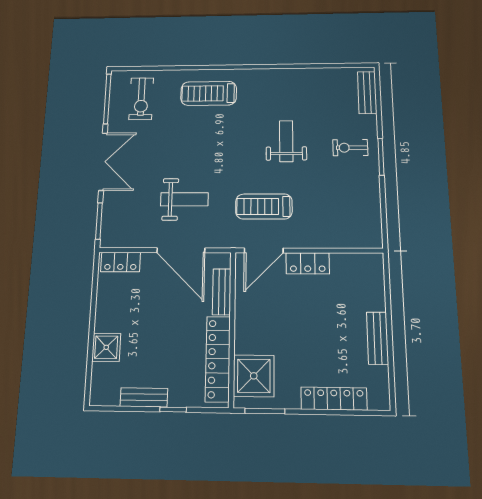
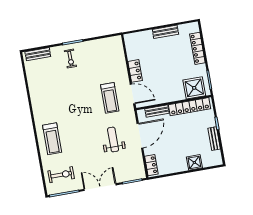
weight bench: (286, 141) -> (72, 92), removed

